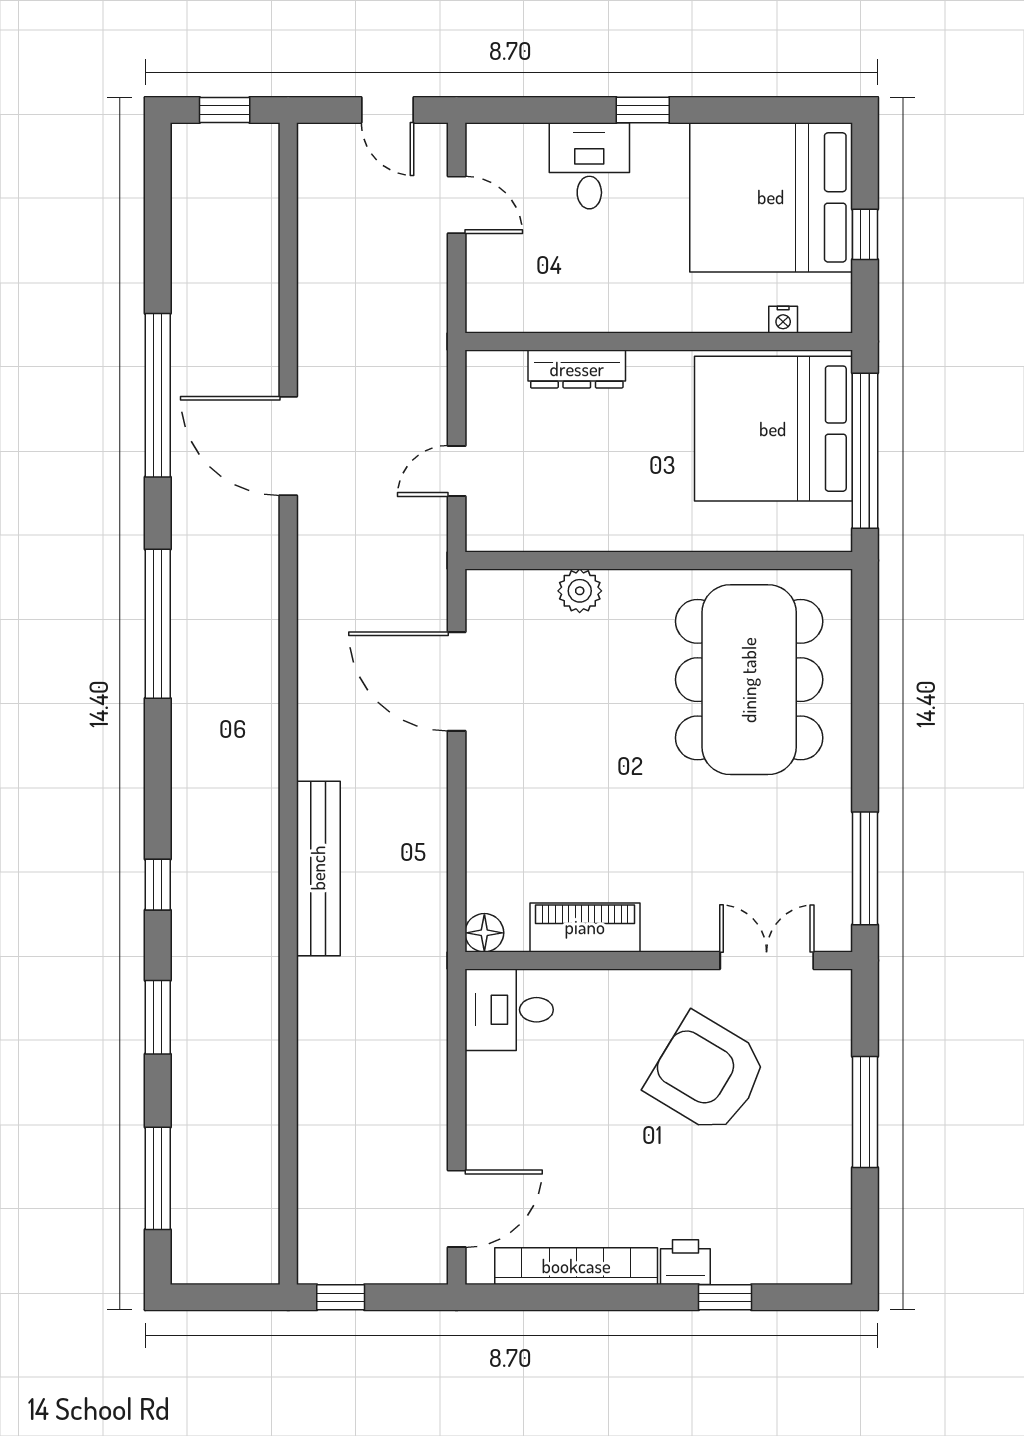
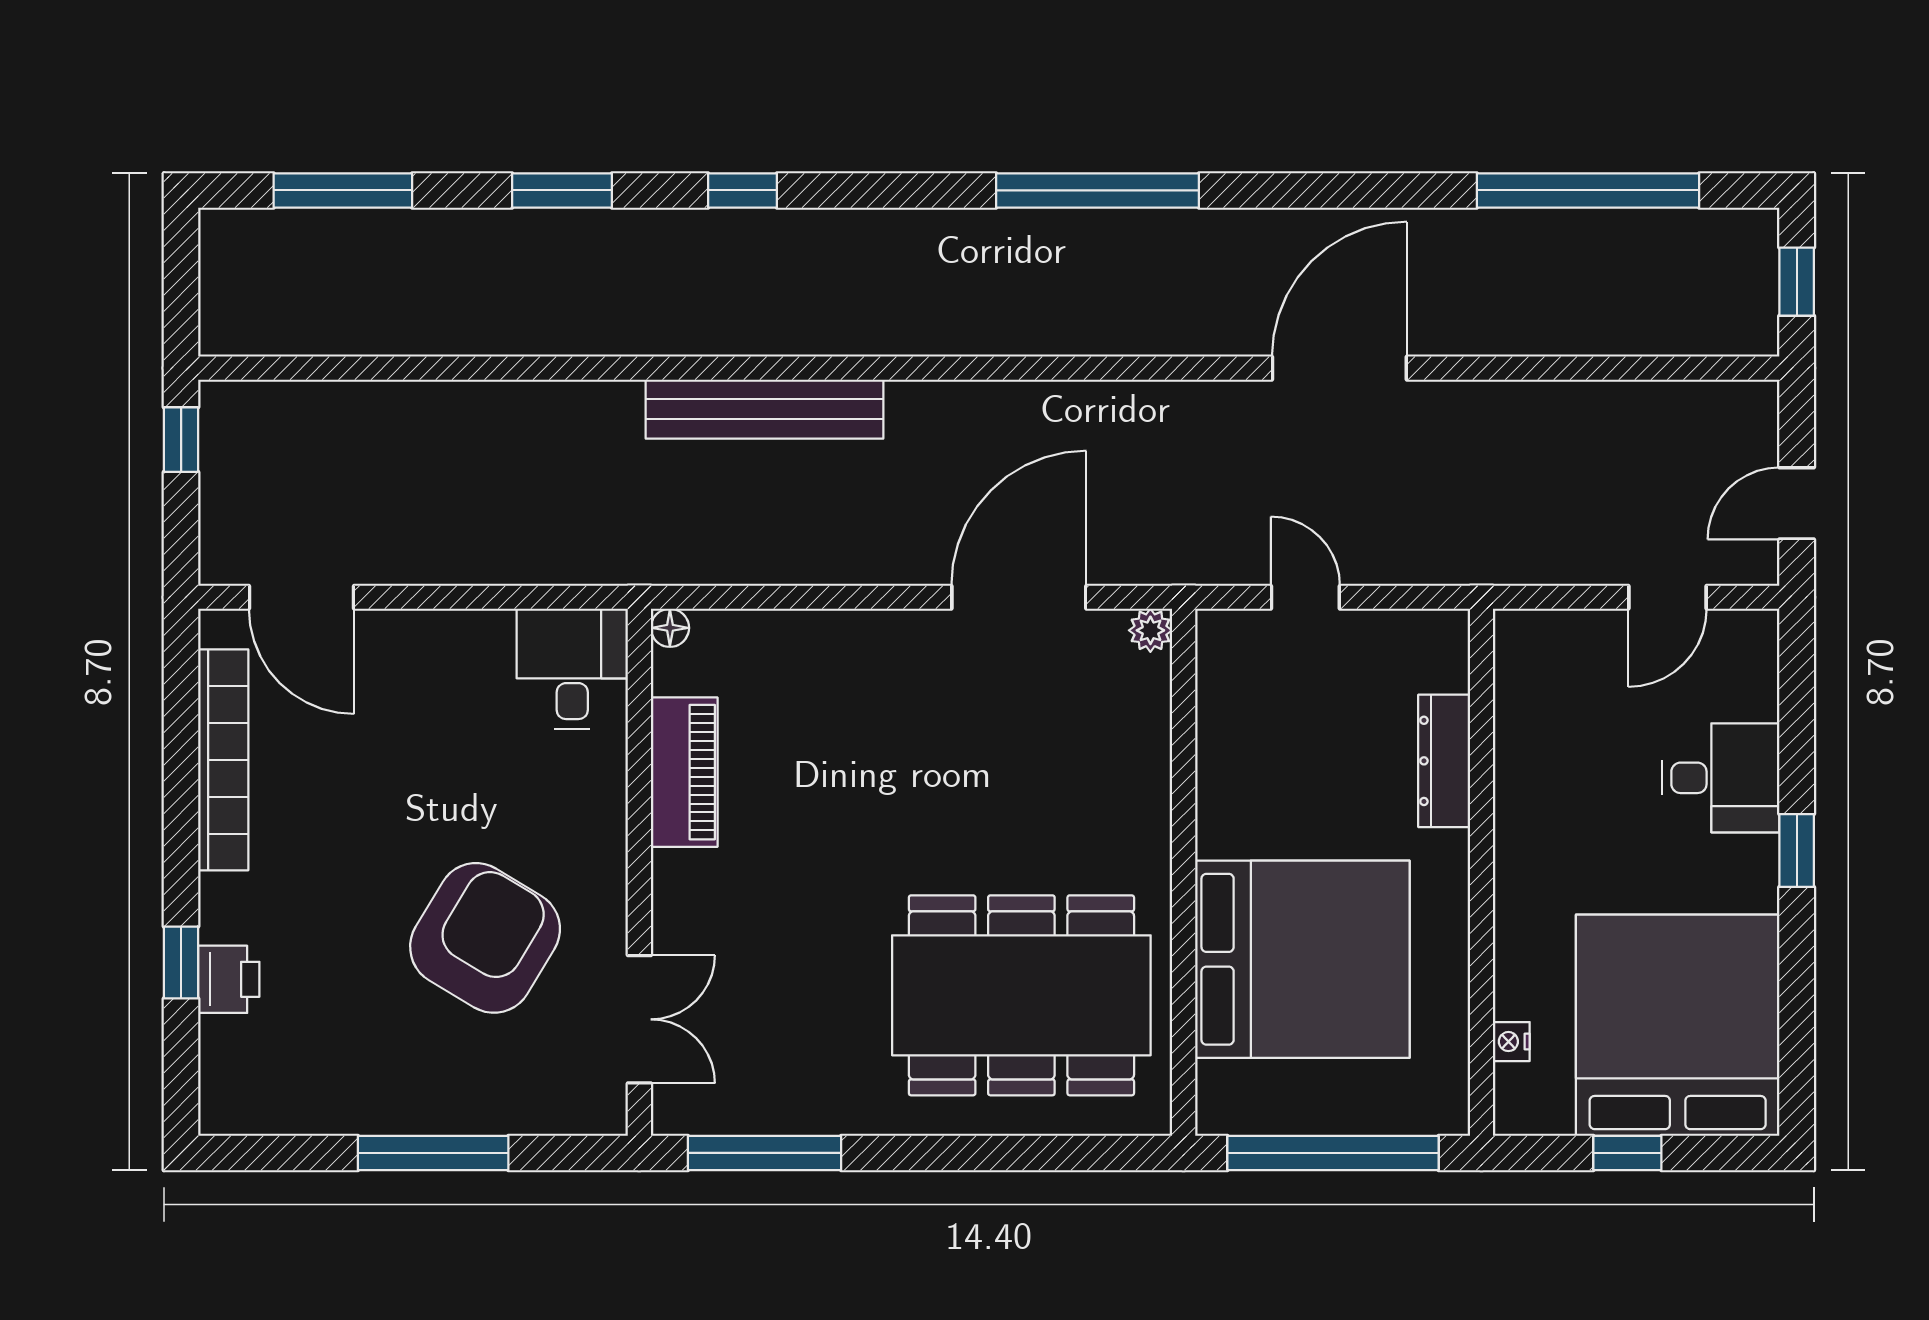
window: (158, 395) -> (1588, 190), moved
bed: (773, 429) -> (1302, 959), moved, turned 90
plant: (580, 591) -> (1150, 630), moved, width x0.73, depth x0.73
floor lamp: (484, 933) -> (670, 628), width x0.73, depth x0.73
printer: (685, 1262) -> (229, 979), moved

